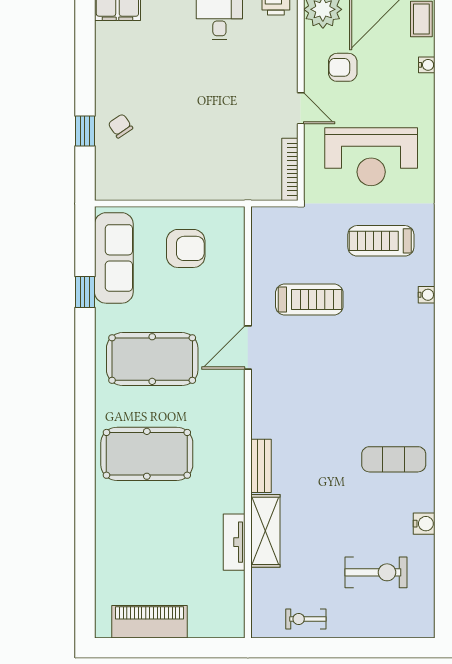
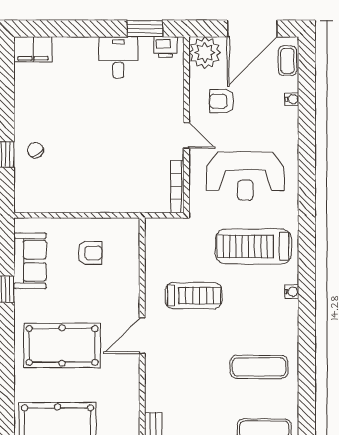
treadmill: (381, 241) -> (254, 246), width x1.37, depth x1.38
armchair: (186, 248) -> (90, 253), width x0.72, depth x0.72
sofa: (114, 258) -> (30, 261), width x0.73
exercise mat: (387, 385) -> (259, 367), added

